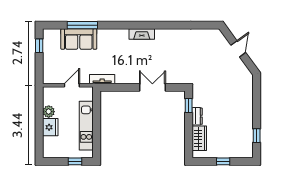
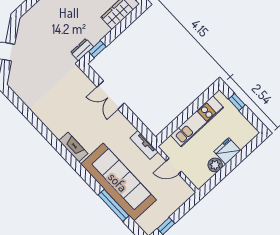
sofa: (79, 39) -> (118, 182), width x1.85, depth x1.27
dresser: (197, 116) -> (82, 50), moved

